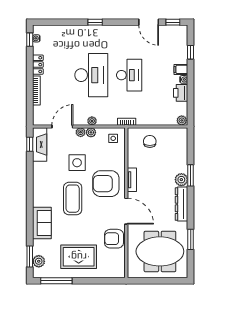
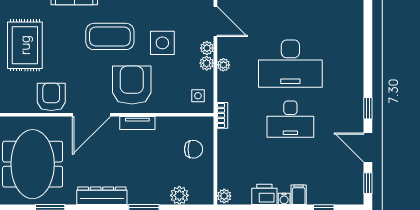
window: (95, 22) -> (368, 108), moved
door: (149, 22) -> (368, 147), hinge flipped
plant: (181, 180) -> (179, 195), moved

